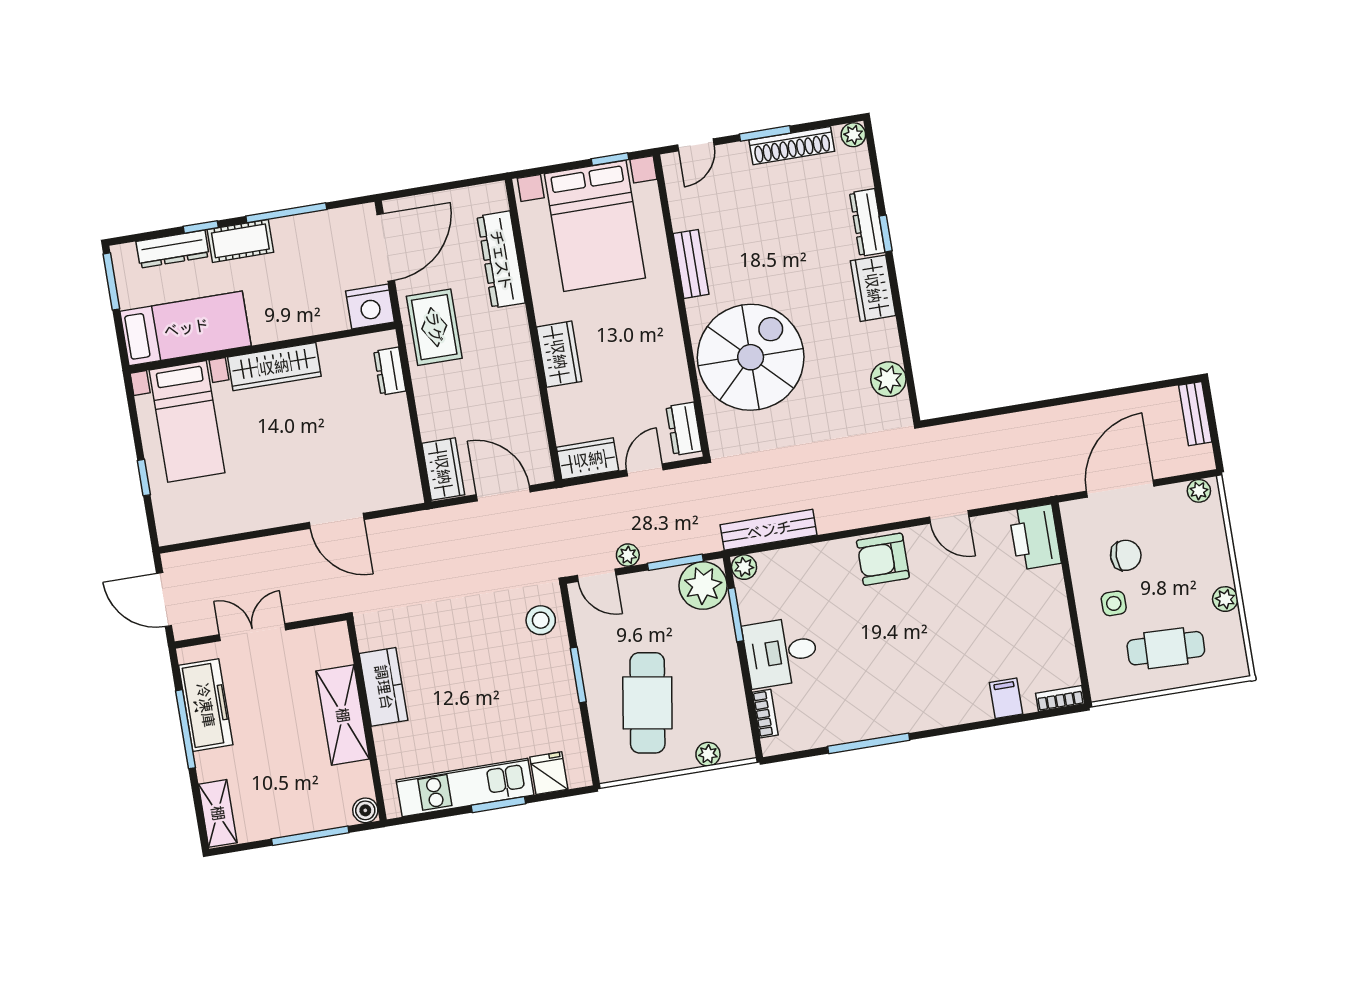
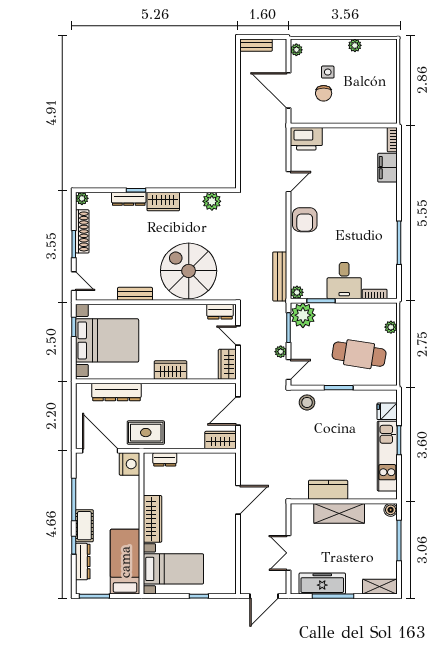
chair: (1126, 555) -> (324, 93), turned 180
side table: (1114, 603) -> (328, 72), moved
cafe table: (1166, 648) -> (375, 80), removed
filing cabinet: (1006, 698) -> (387, 168), width x2.00

